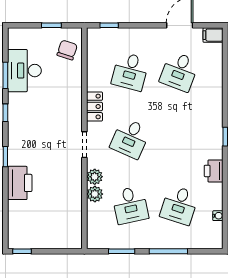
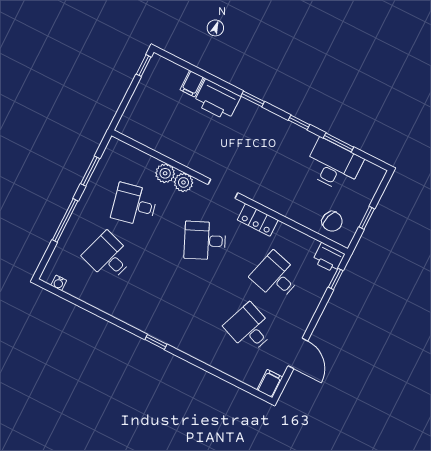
desk: (130, 138) -> (205, 241), turned -48
printer: (214, 171) -> (329, 258), moved, turned 180
filing cabinet: (17, 208) -> (192, 84), added
water cooler: (218, 216) -> (59, 283), moved

